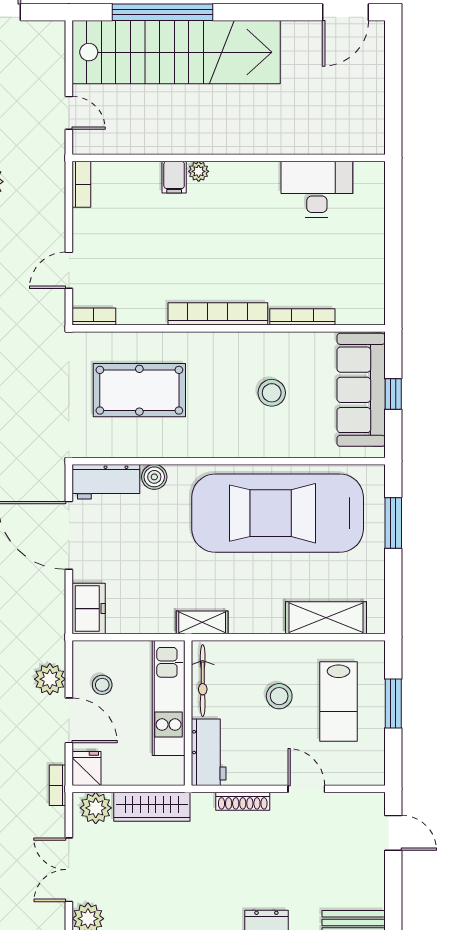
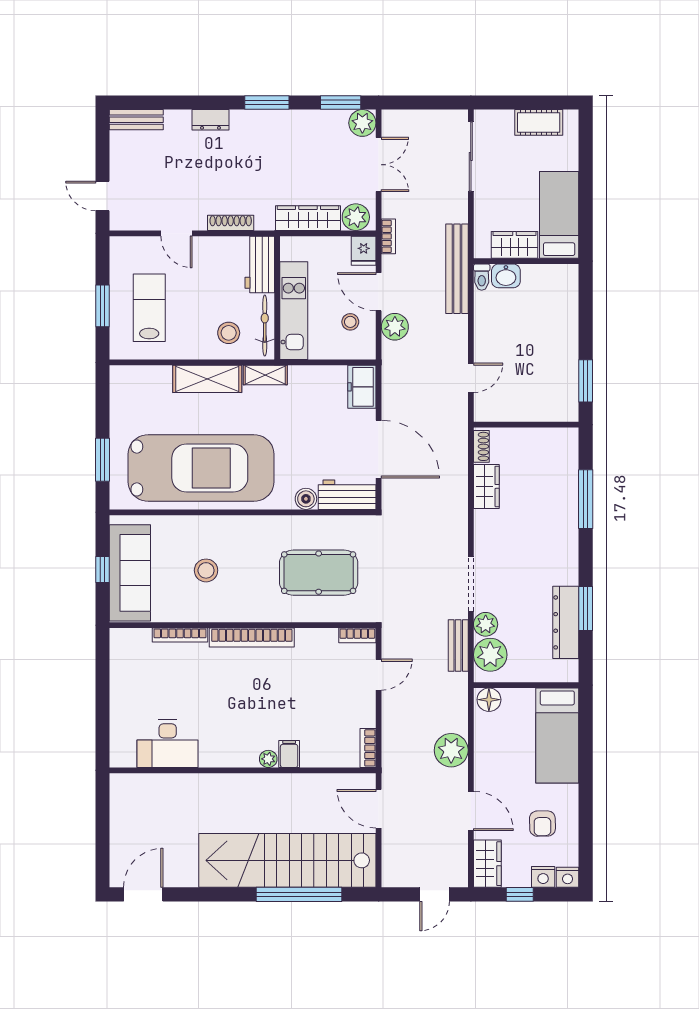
door: (69, 113) -> (379, 809), width x1.37
shelving: (326, 618) -> (207, 379), moved
stool: (279, 696) -> (229, 333), moved

